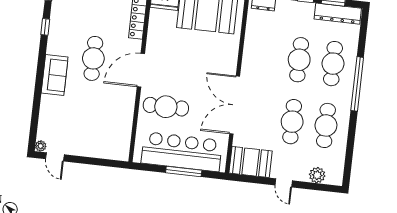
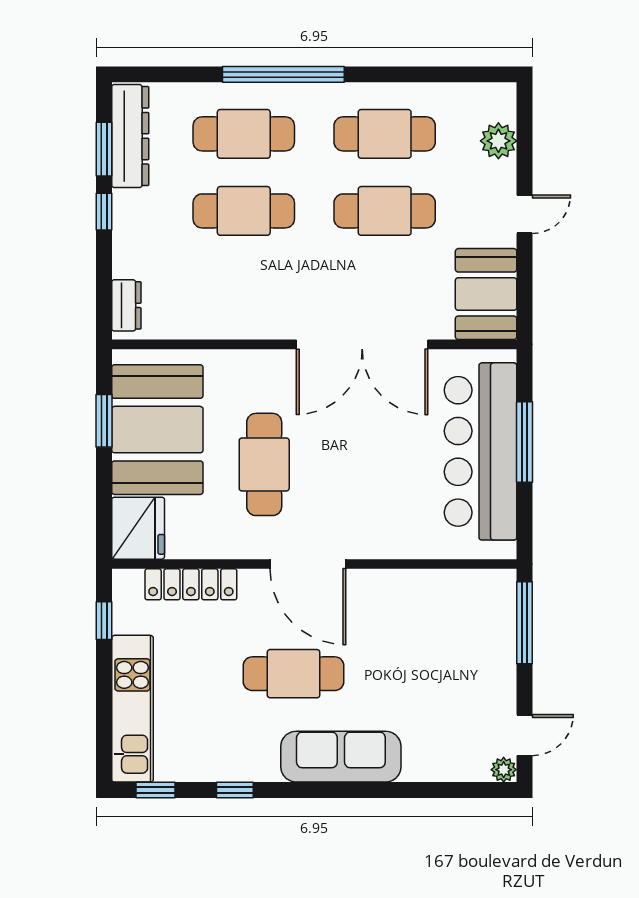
sofa: (55, 75) -> (341, 757), width x1.36
cafe table: (166, 107) -> (264, 464), moved
window: (104, 162) -> (524, 623), added

